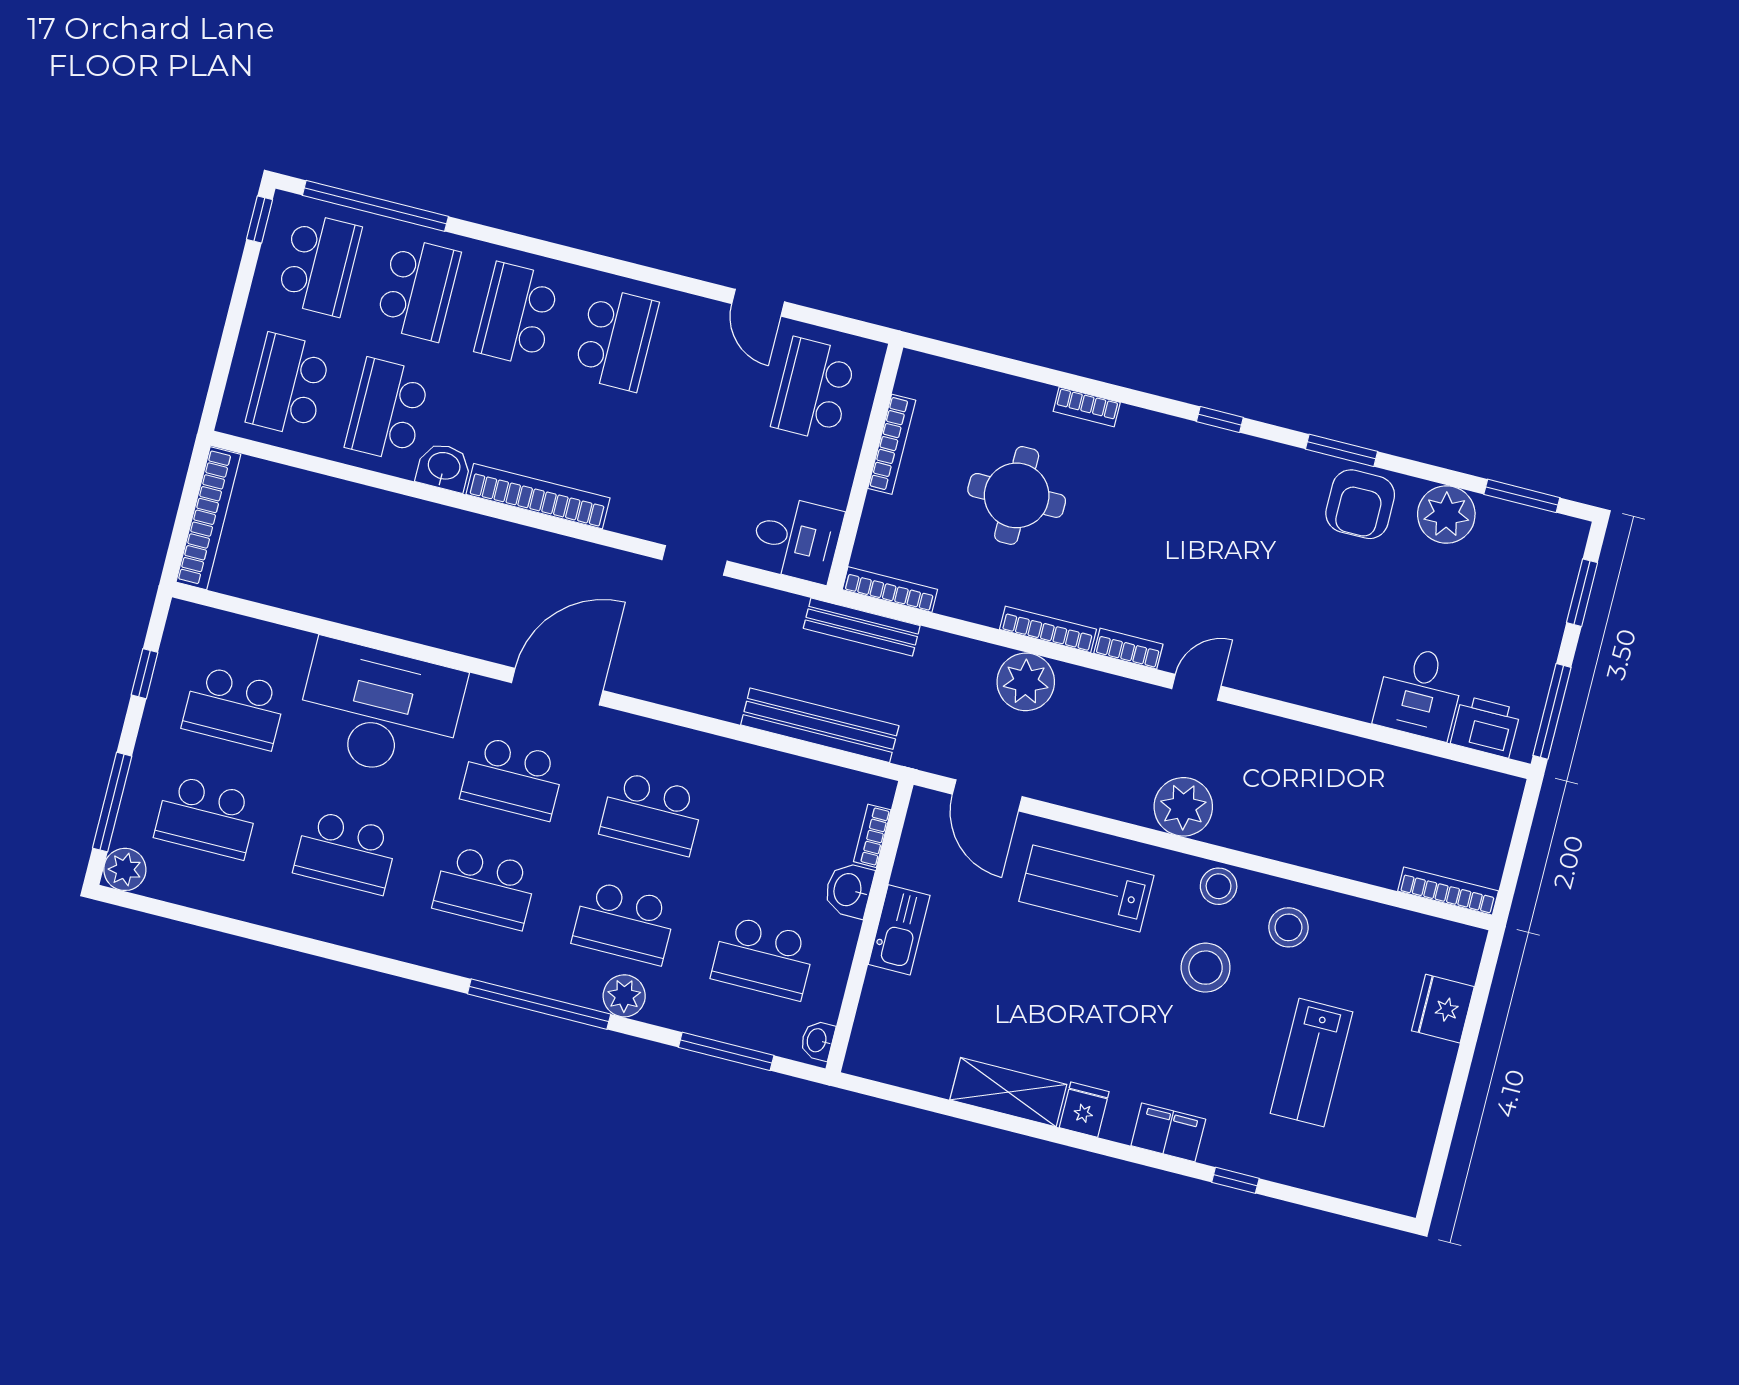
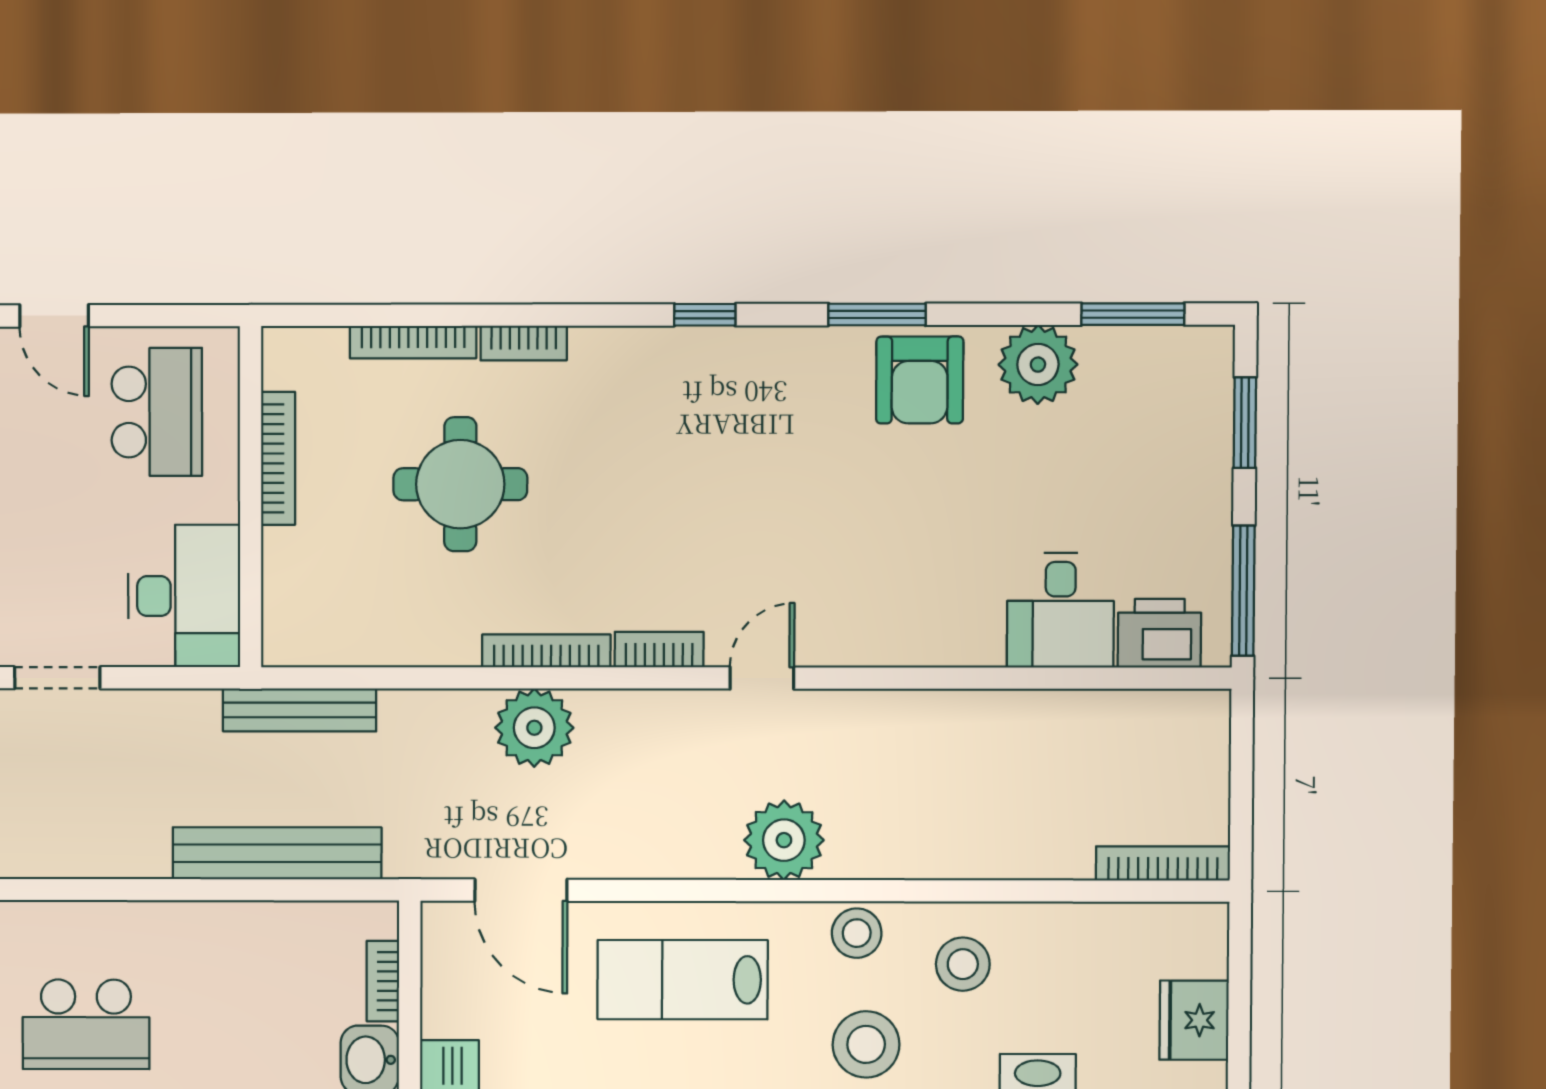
school desk: (814, 389) -> (157, 412), turned 180
desk: (796, 539) -> (184, 596), width x1.37
bookcase: (890, 590) -> (413, 342), moved, turned 180

